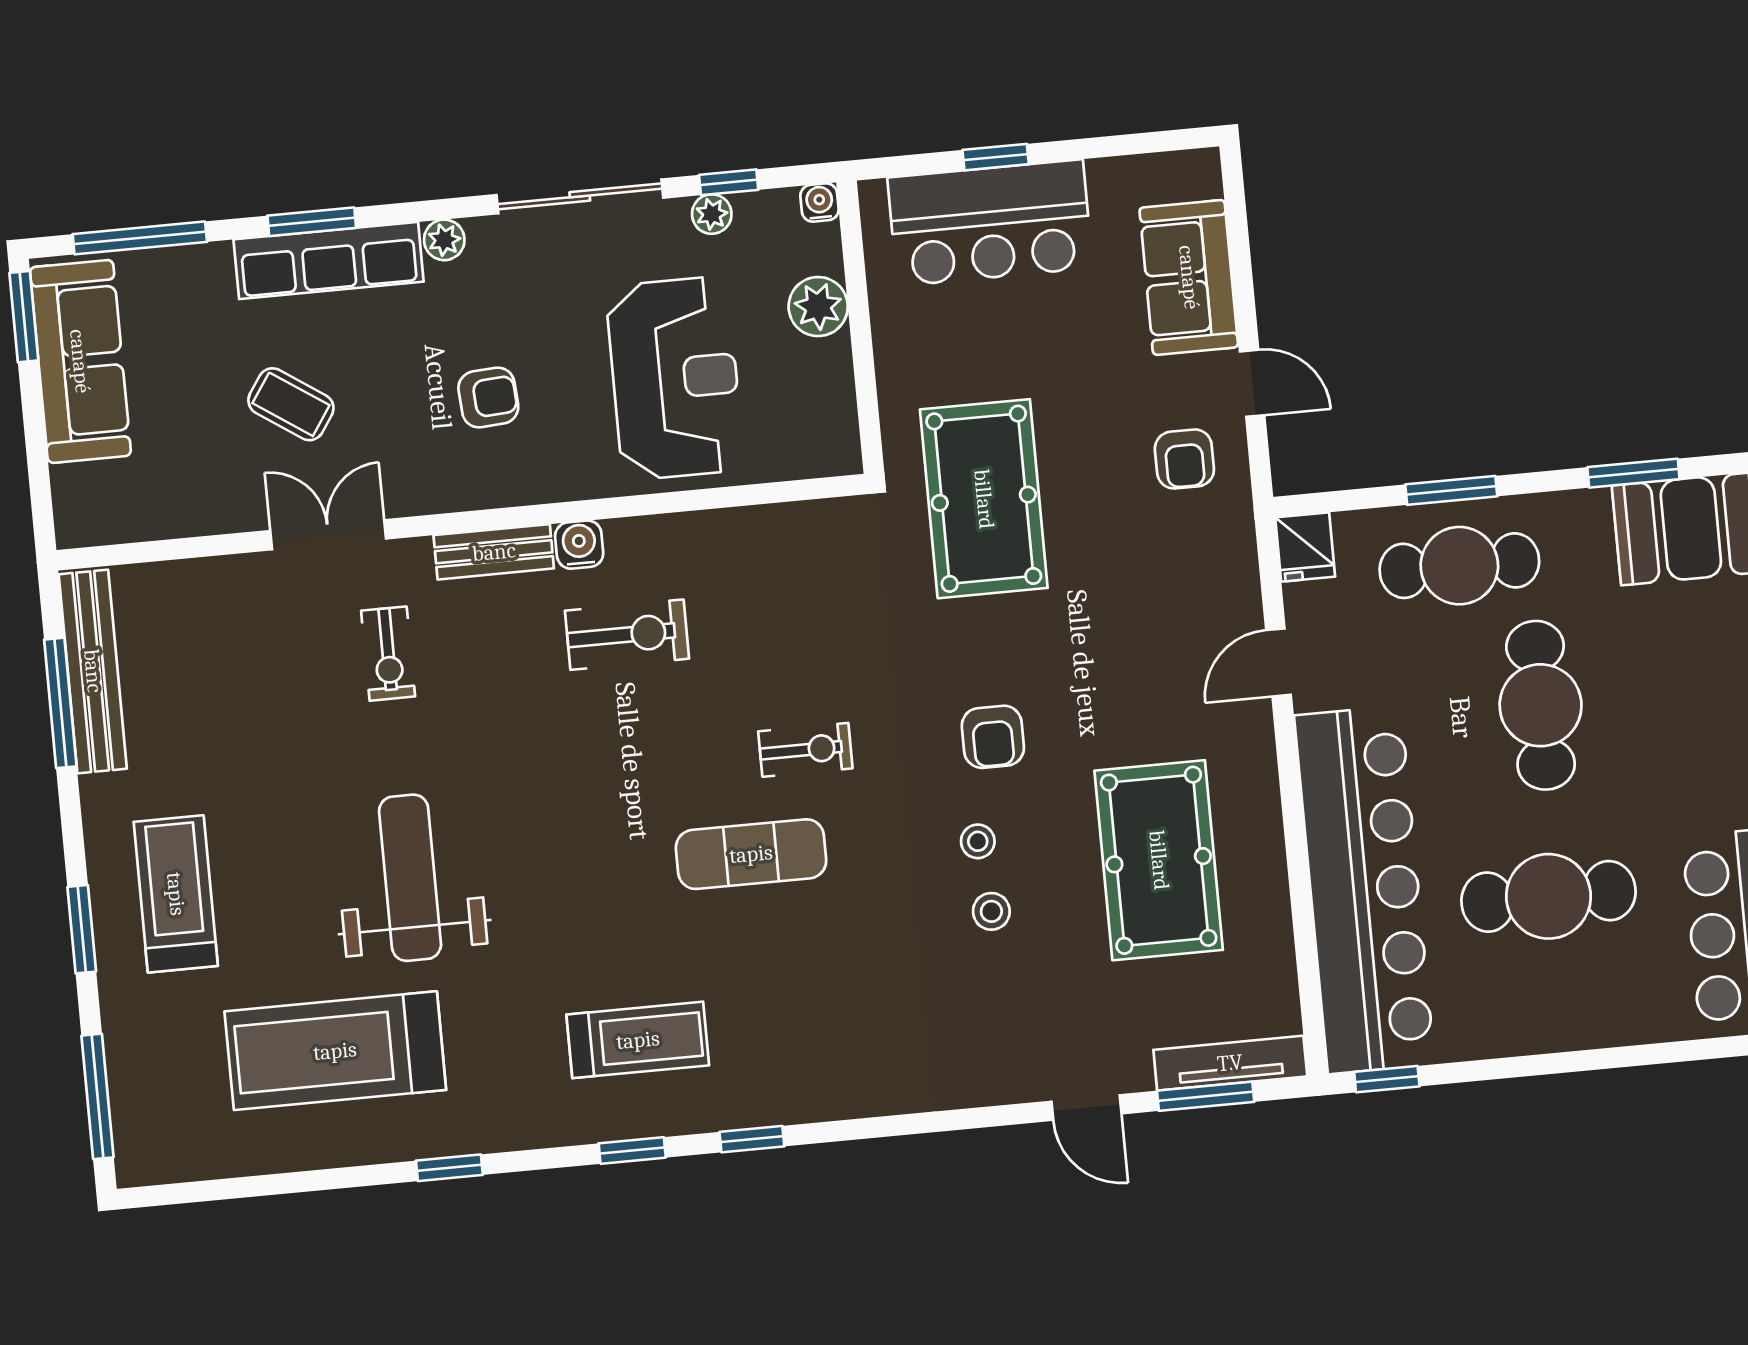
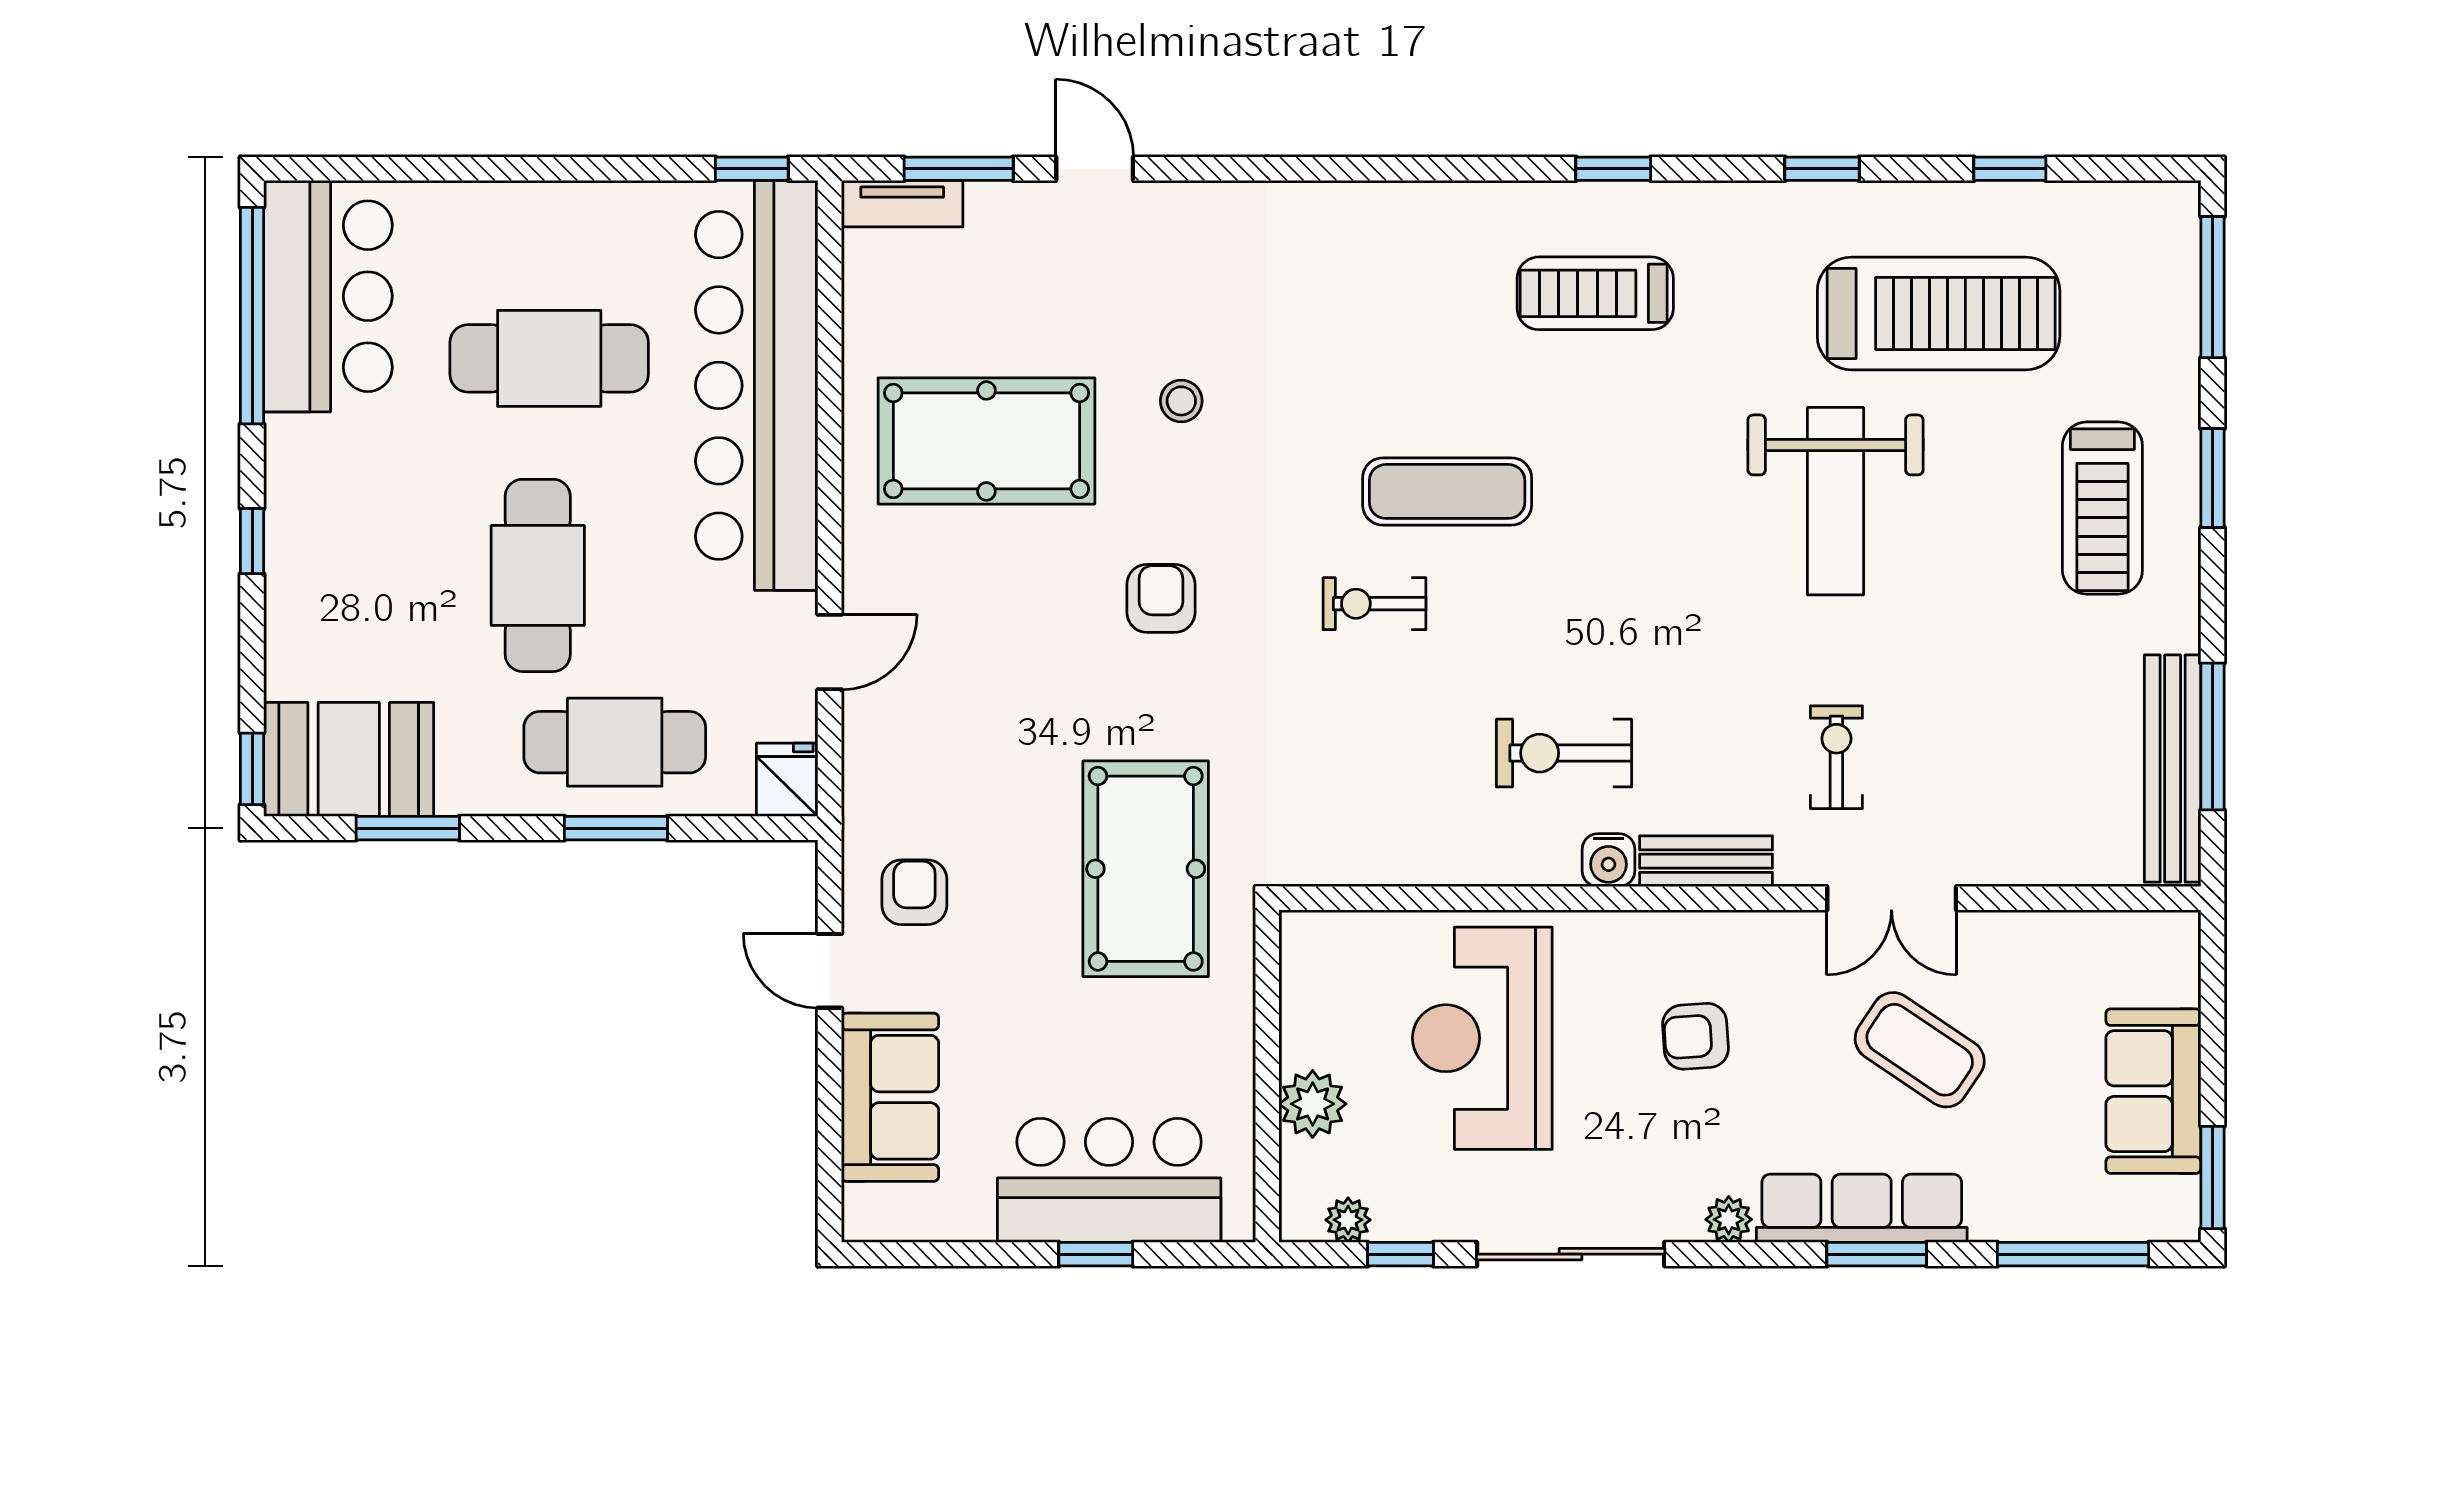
water cooler: (820, 203) -> (1300, 1221), removed
plant: (712, 214) -> (1348, 1220), moved
sofa: (80, 361) -> (2153, 1091), width x0.73
coffee table: (291, 404) -> (1920, 1050), width x1.36, depth x1.30
stool: (978, 841) -> (1189, 482), removed
pool table: (1159, 860) -> (986, 441), turned 90
tv unit: (1230, 1063) -> (902, 204), width x0.71
window: (752, 1139) -> (2010, 169), moved

